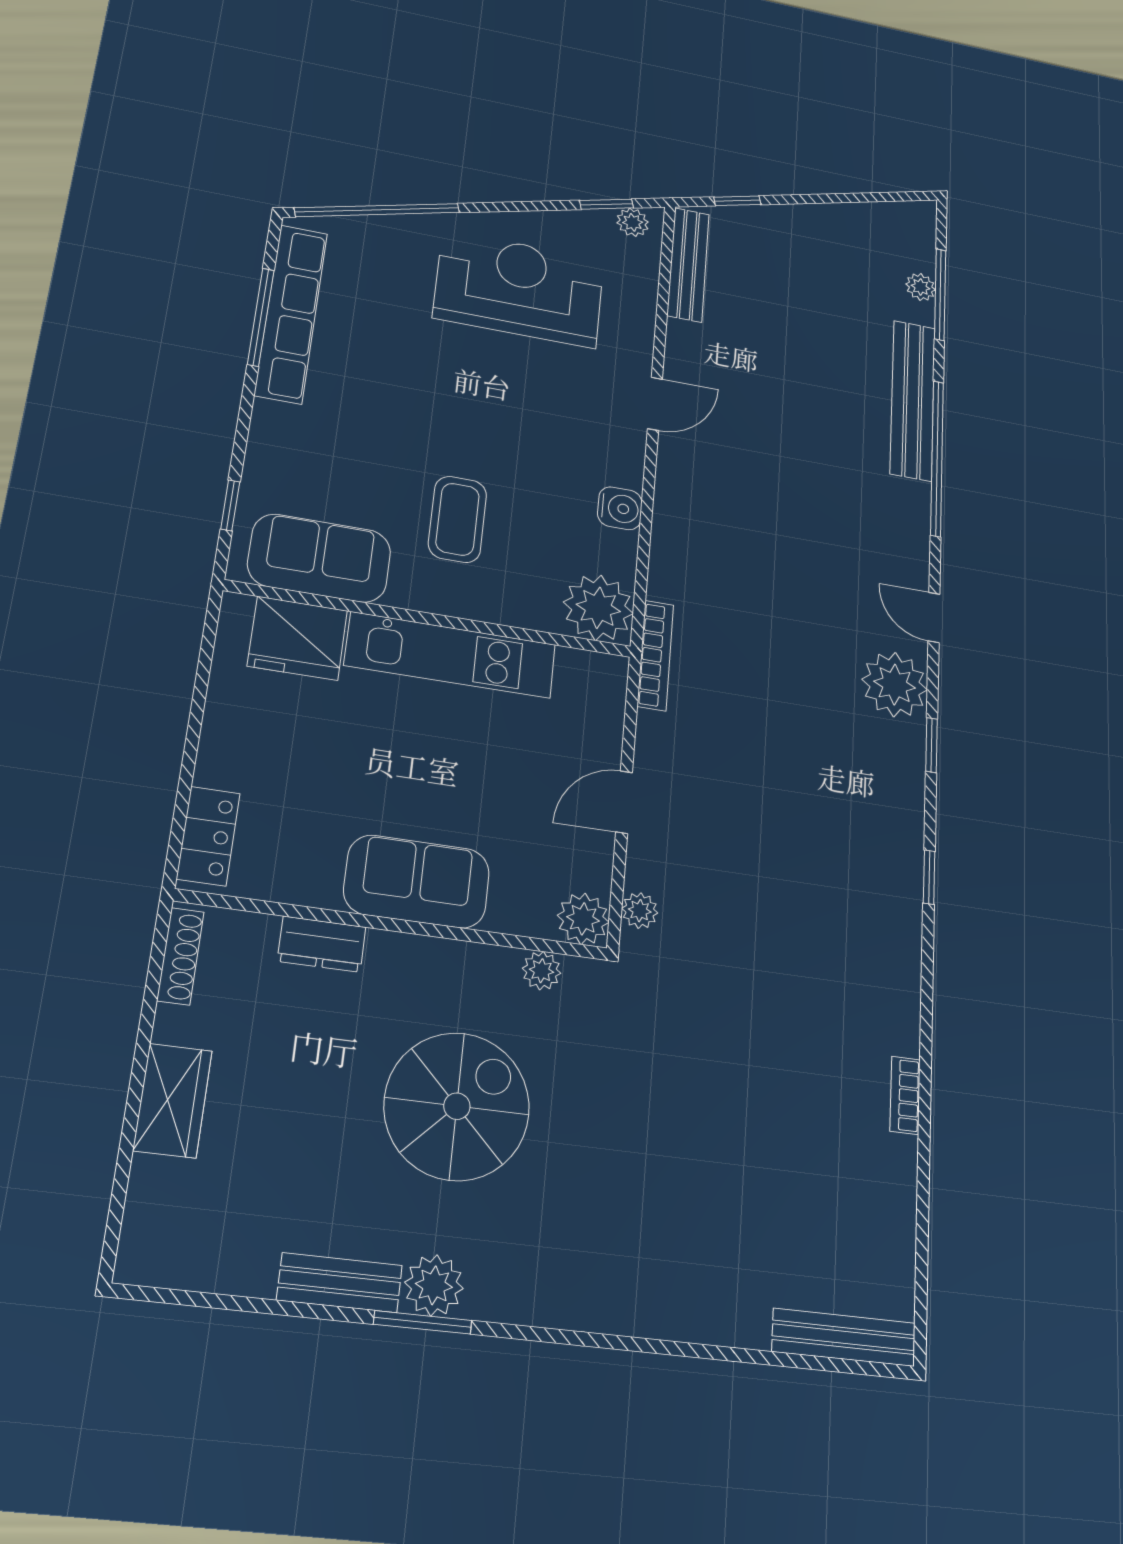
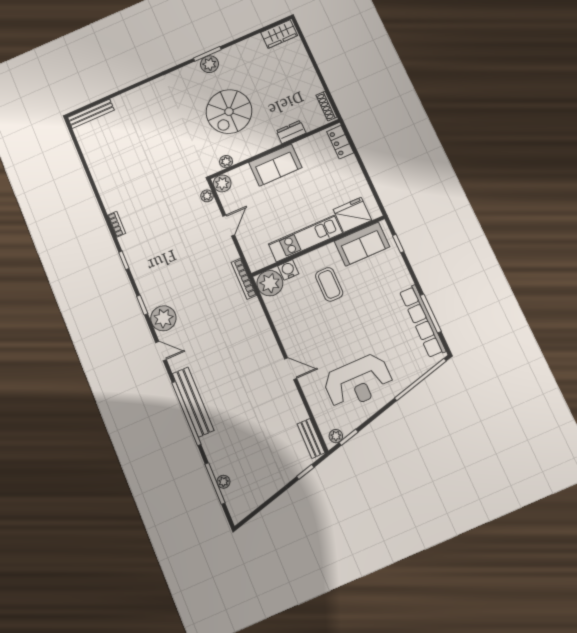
bench: (688, 265) -> (311, 438), width x0.73
bench: (913, 400) -> (193, 402), moved
door: (655, 404) -> (291, 369), swing flipped
water cooler: (620, 508) -> (288, 270), moved, turned 90
bookcase: (905, 1095) -> (117, 224), moved
wardrobe: (173, 1101) -> (279, 34), moved, turned -90
bench: (340, 1283) -> (234, 51), removed

